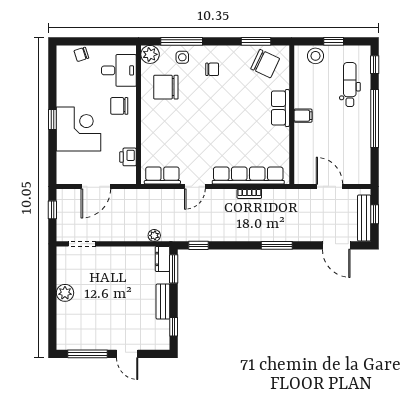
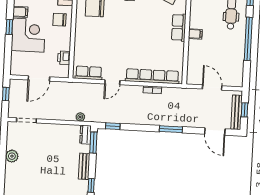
filing cabinet: (66, 98) -> (20, 12), added

